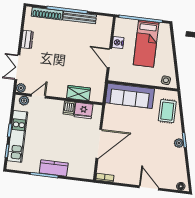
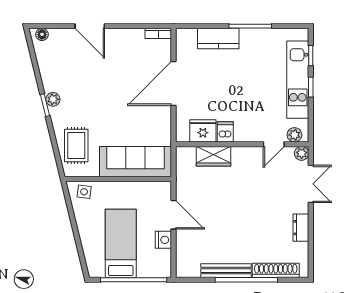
kitchen counter: (54, 168) -> (218, 39), moved

